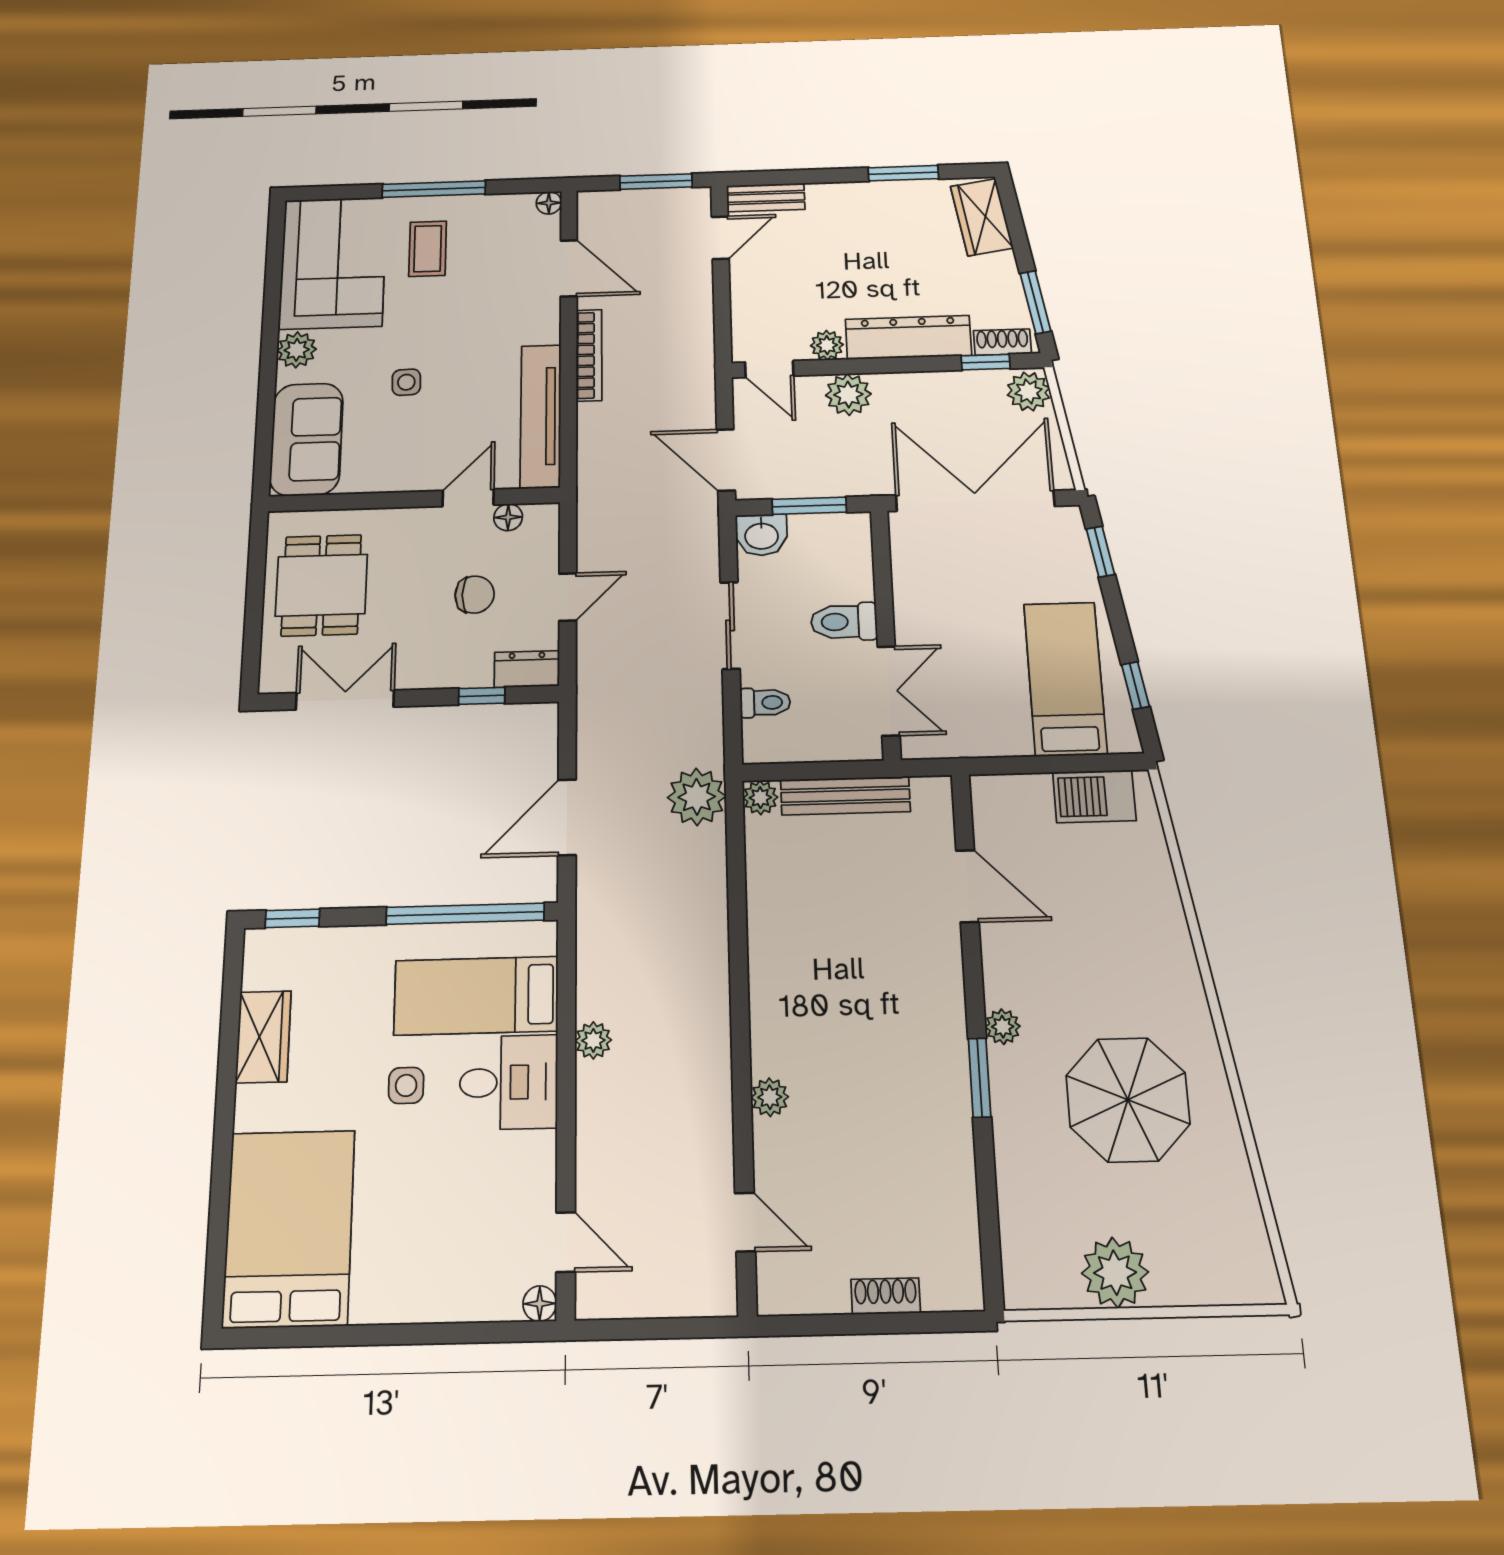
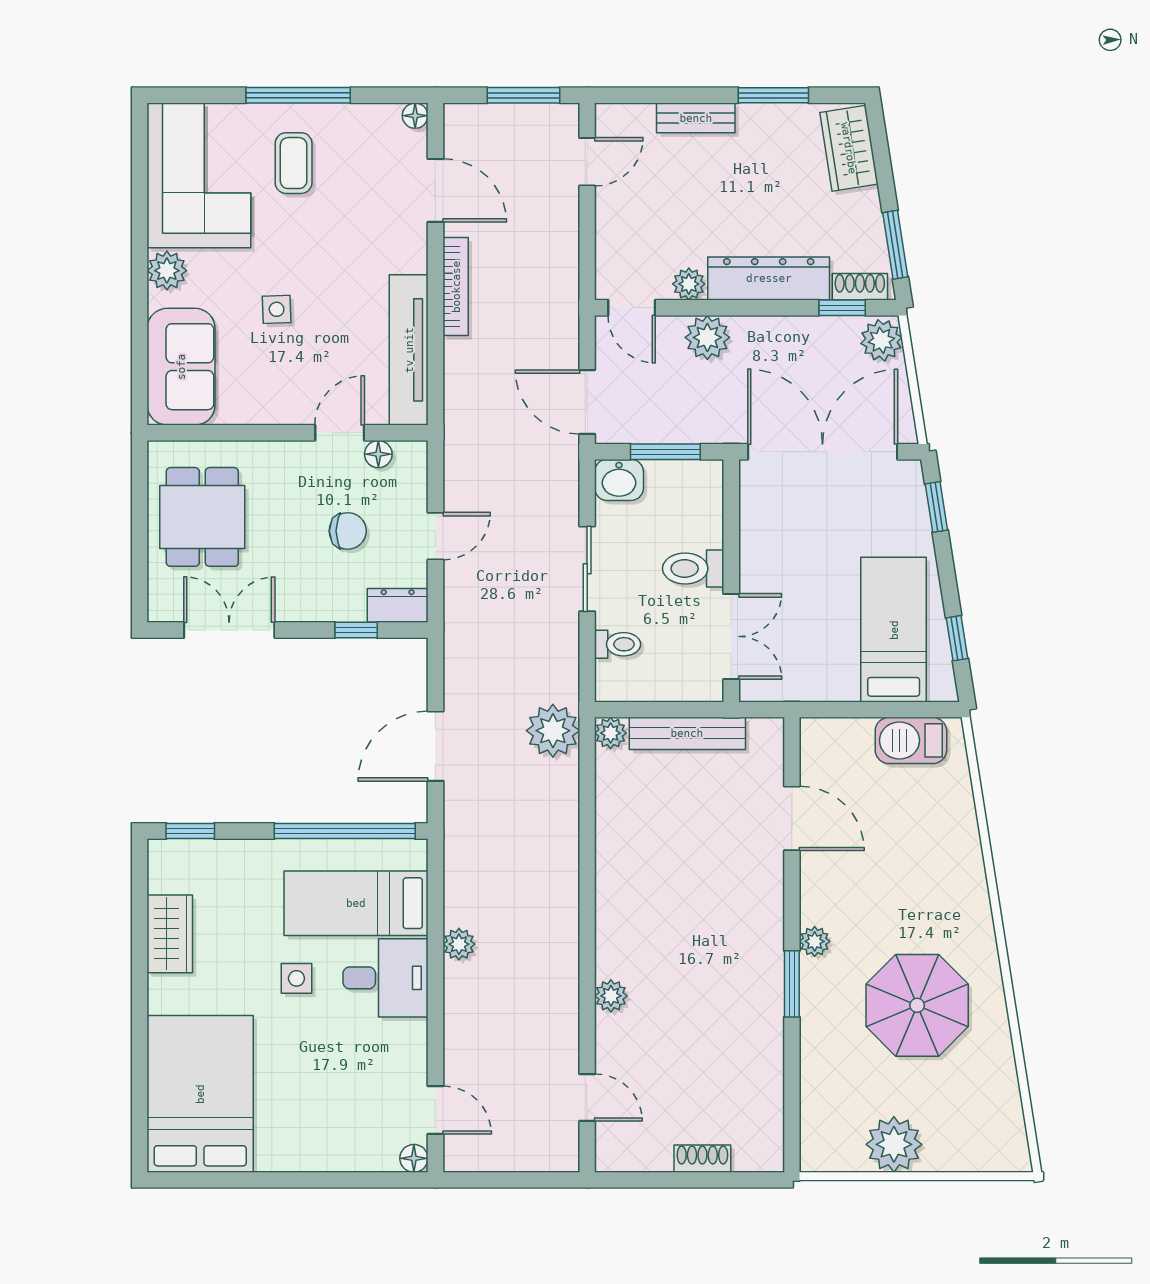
bench: (766, 198) -> (696, 118), moved

